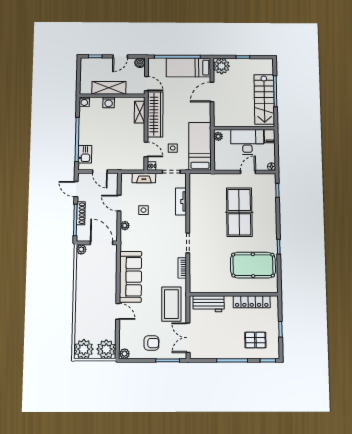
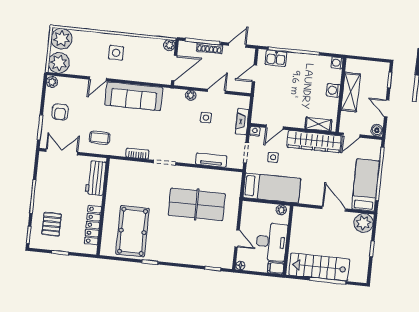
table tennis table: (239, 212) -> (197, 204), moved
side table: (92, 297) -> (116, 53), added
coffee table: (171, 304) -> (100, 138), width x0.54, depth x0.58

